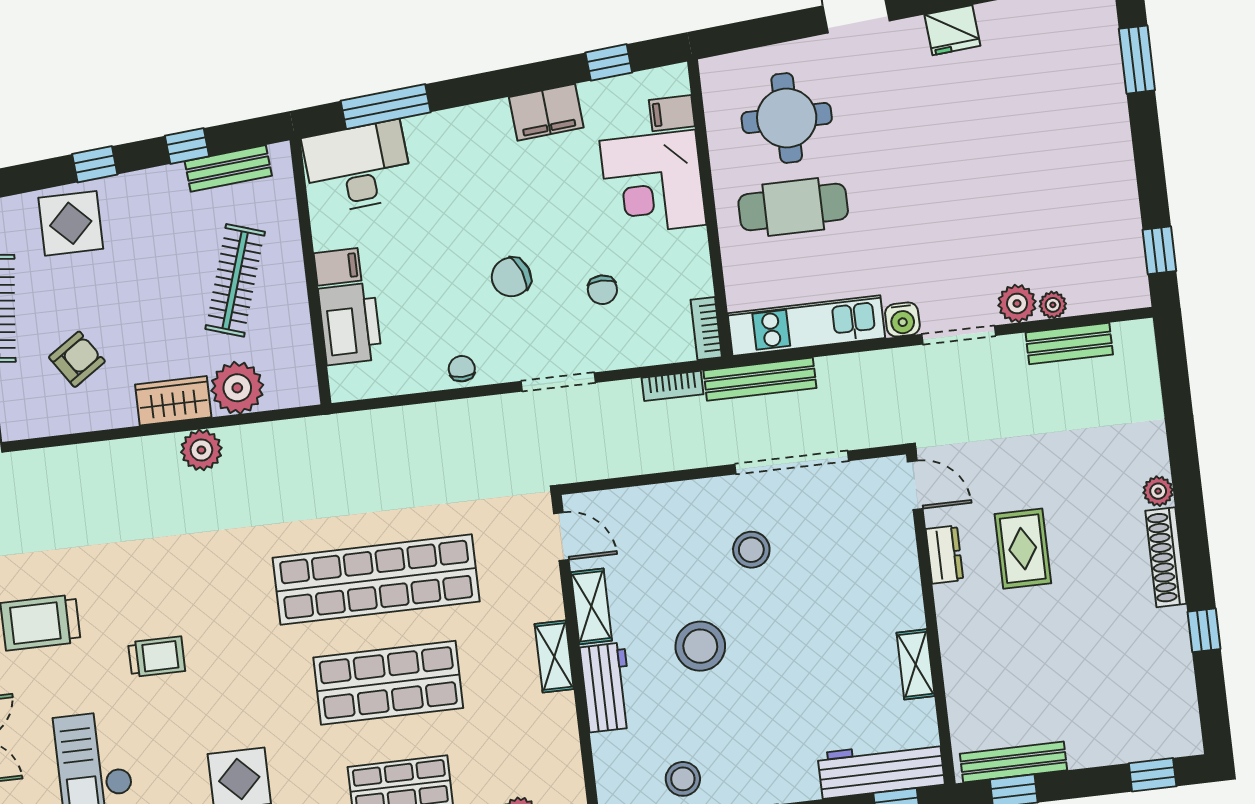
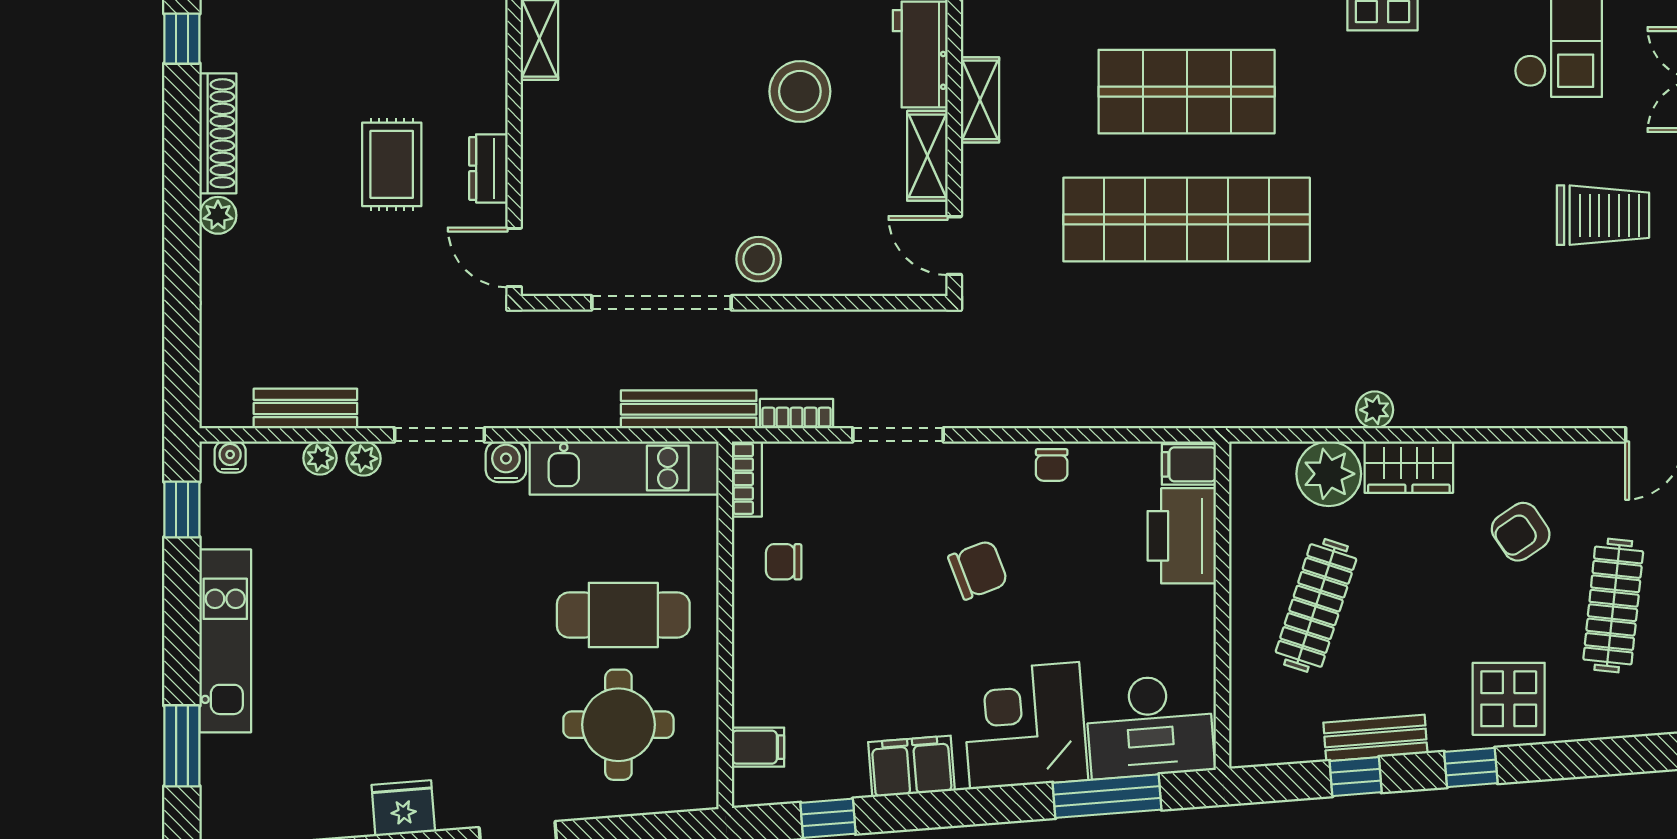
kitchen unit: (1112, 148) -> (225, 641), added
bench: (228, 168) -> (1375, 738), moved
corner desk: (653, 183) -> (1025, 726), moved, turned -95
filing cabinet: (337, 267) -> (1189, 464), moved
chair: (602, 290) -> (784, 562), moved, turned -90
water cooler: (1125, 297) -> (230, 457), added
plant: (1017, 303) -> (364, 459), width x0.73, depth x0.73
doorway: (558, 382) -> (898, 435), moved
plant: (201, 450) -> (1375, 410), width x0.73, depth x0.73
stool: (751, 550) -> (759, 259), moved
trolley: (157, 657) -> (1466, 157), removed

